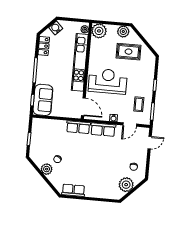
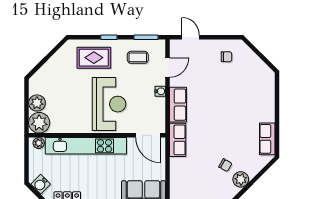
plant: (123, 32) -> (37, 103), moved
rug: (129, 52) -> (94, 58), moved, turned 90
reception desk: (108, 81) -> (109, 104), turned 180
door: (83, 107) -> (148, 135), swing flipped
door: (130, 125) -> (167, 68), hinge flipped
plant: (126, 185) -> (253, 65), removed

